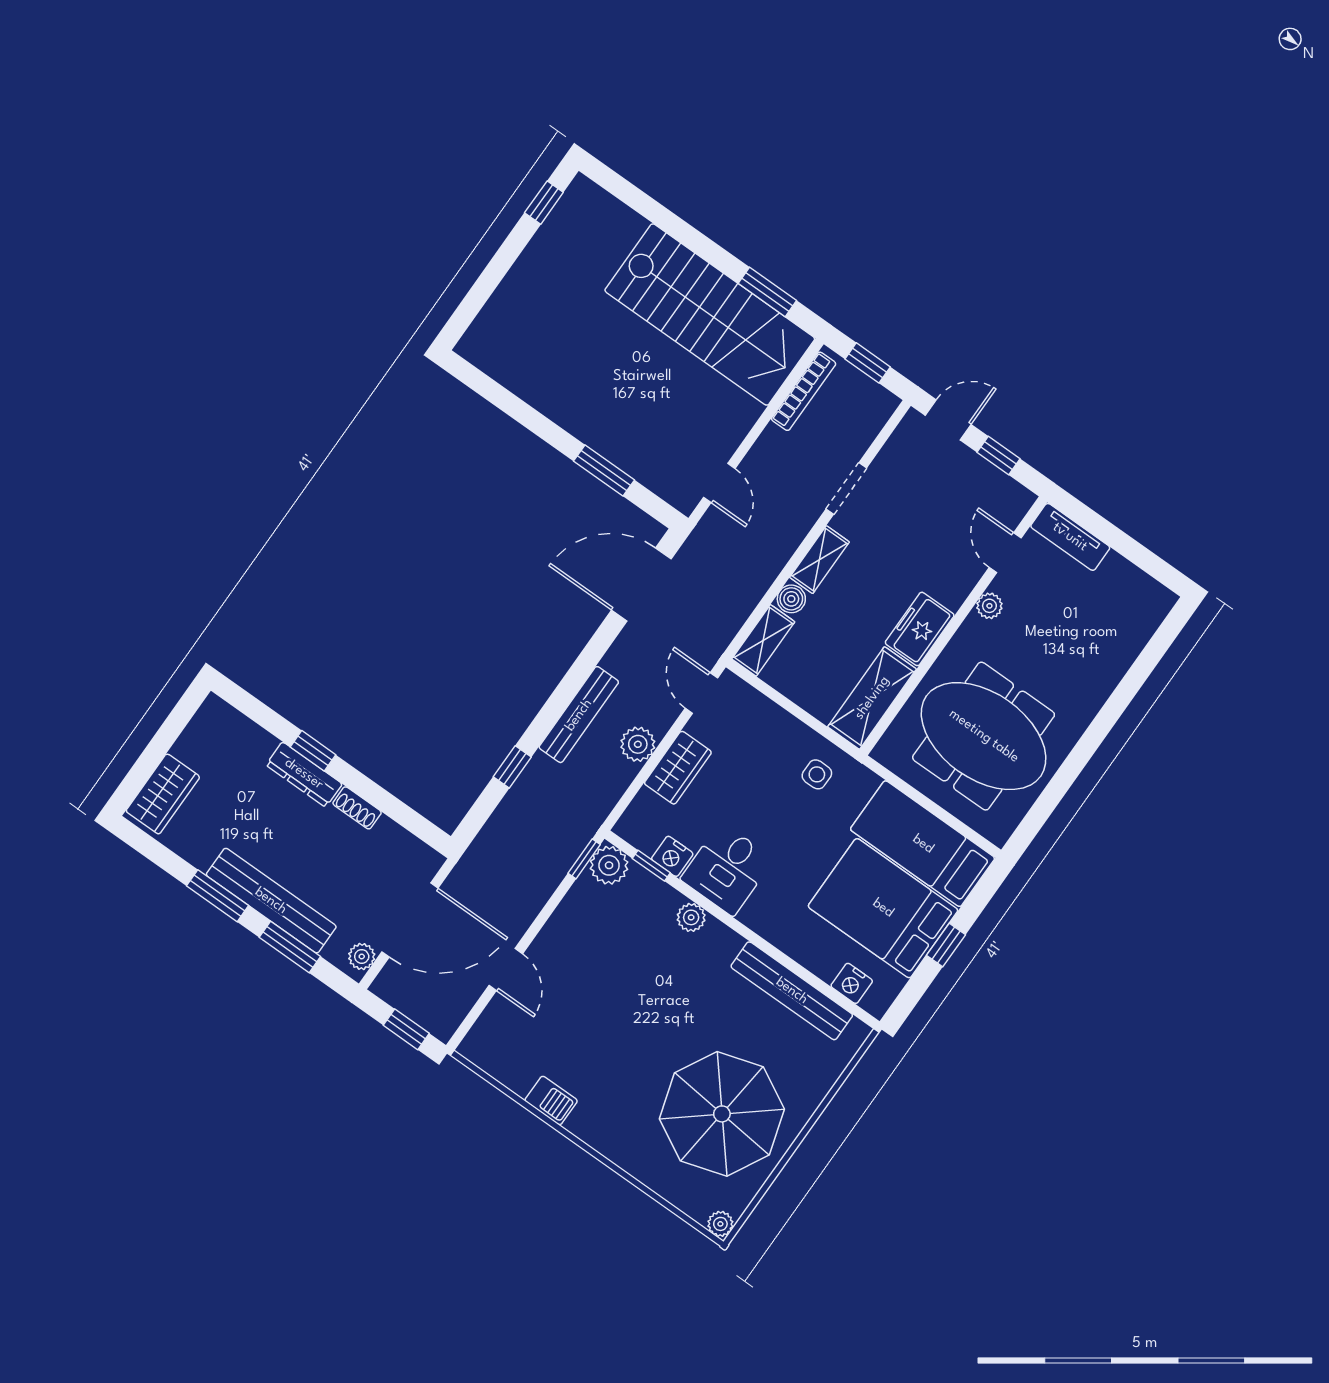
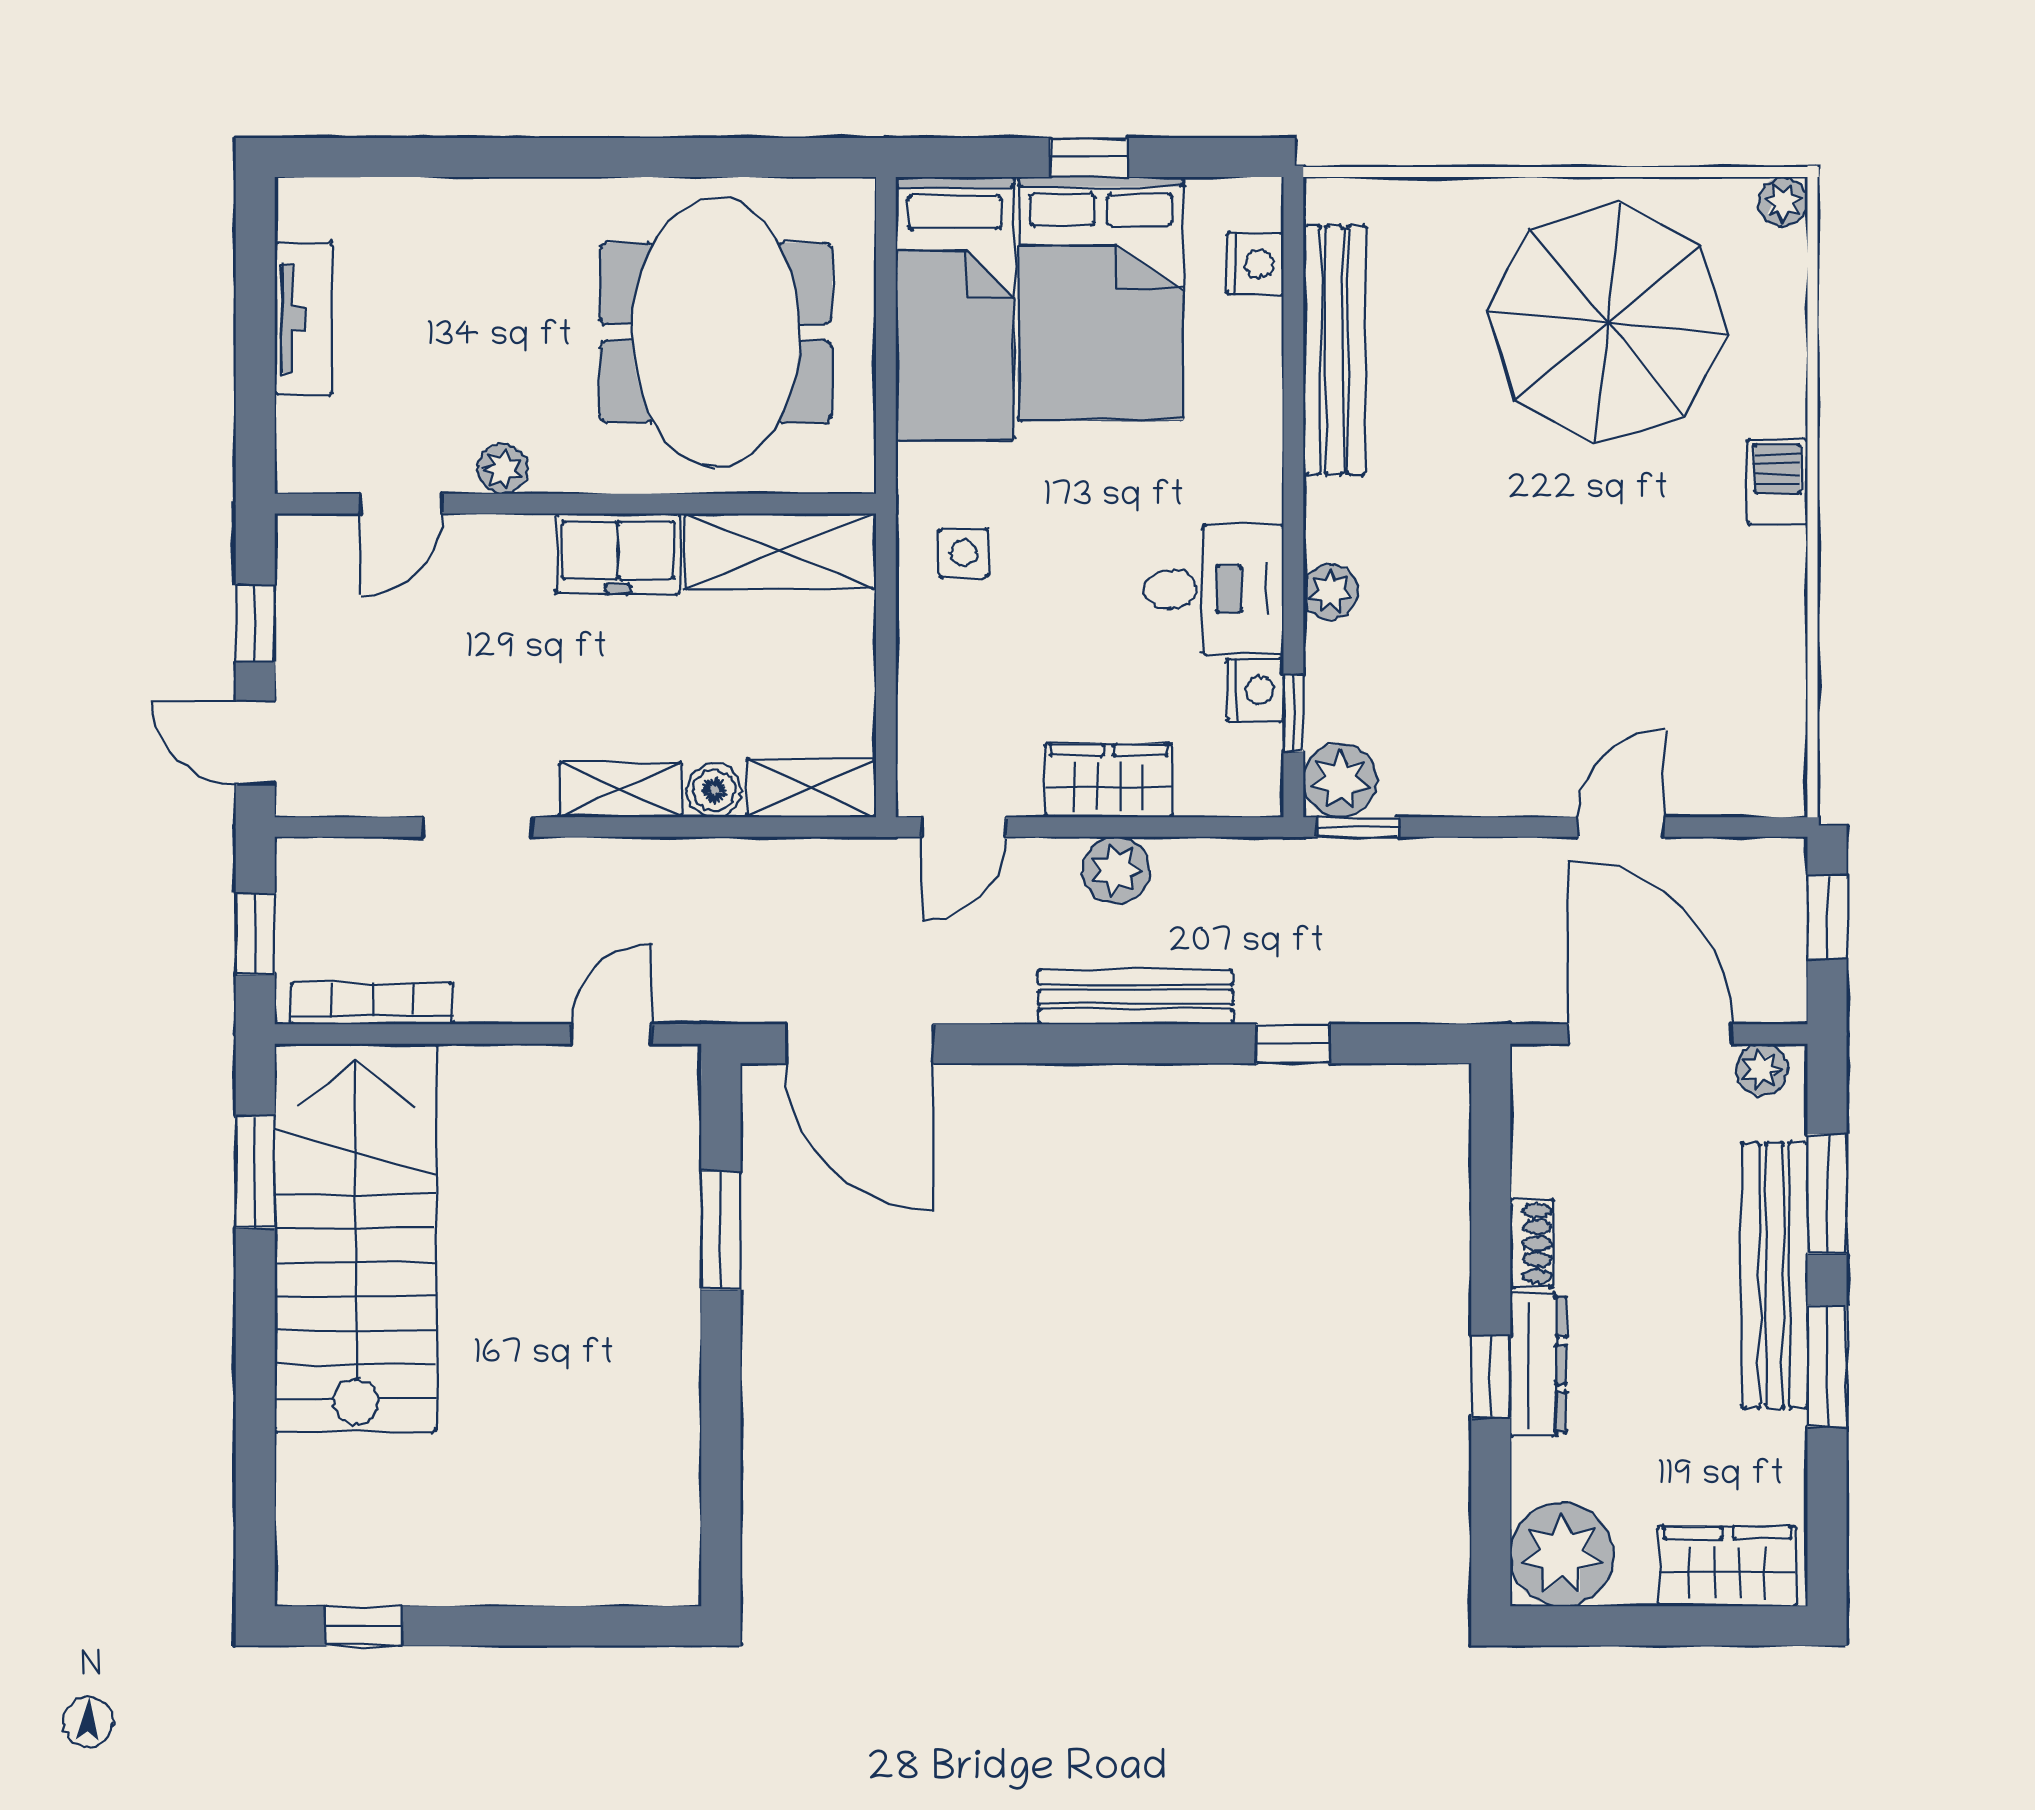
tv unit: (1070, 537) -> (303, 319), moved
plant: (217, 728) -> (1562, 1555), added
barbecue: (551, 1100) -> (1777, 482), moved

